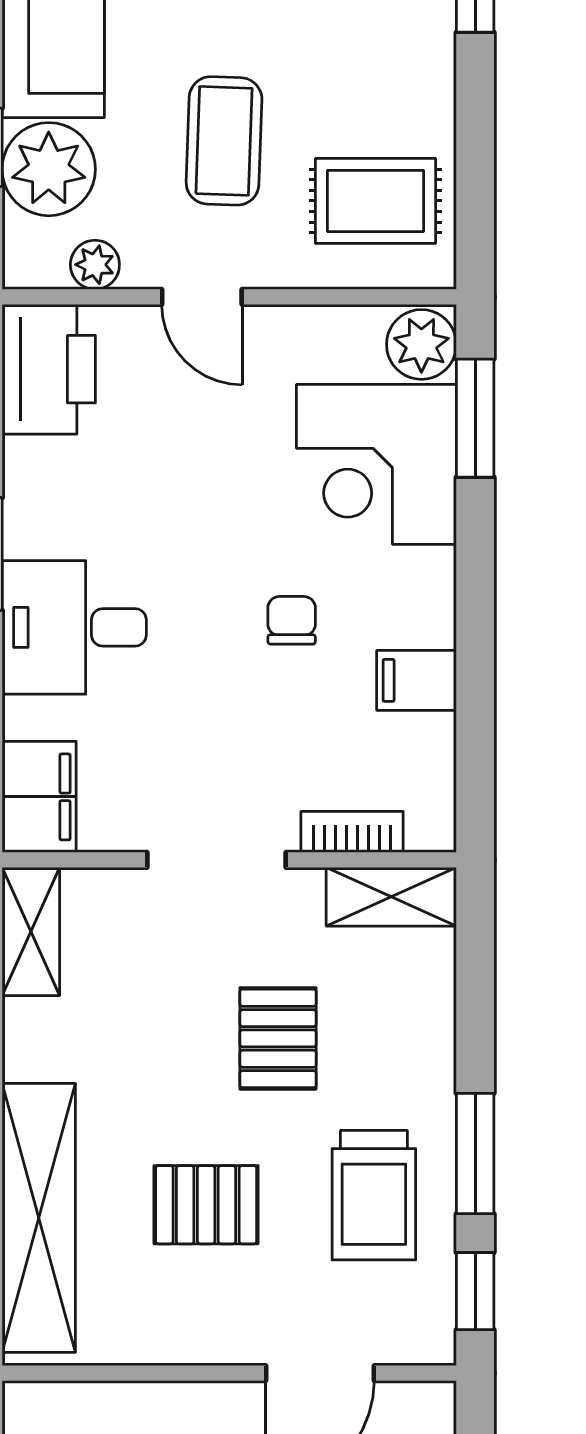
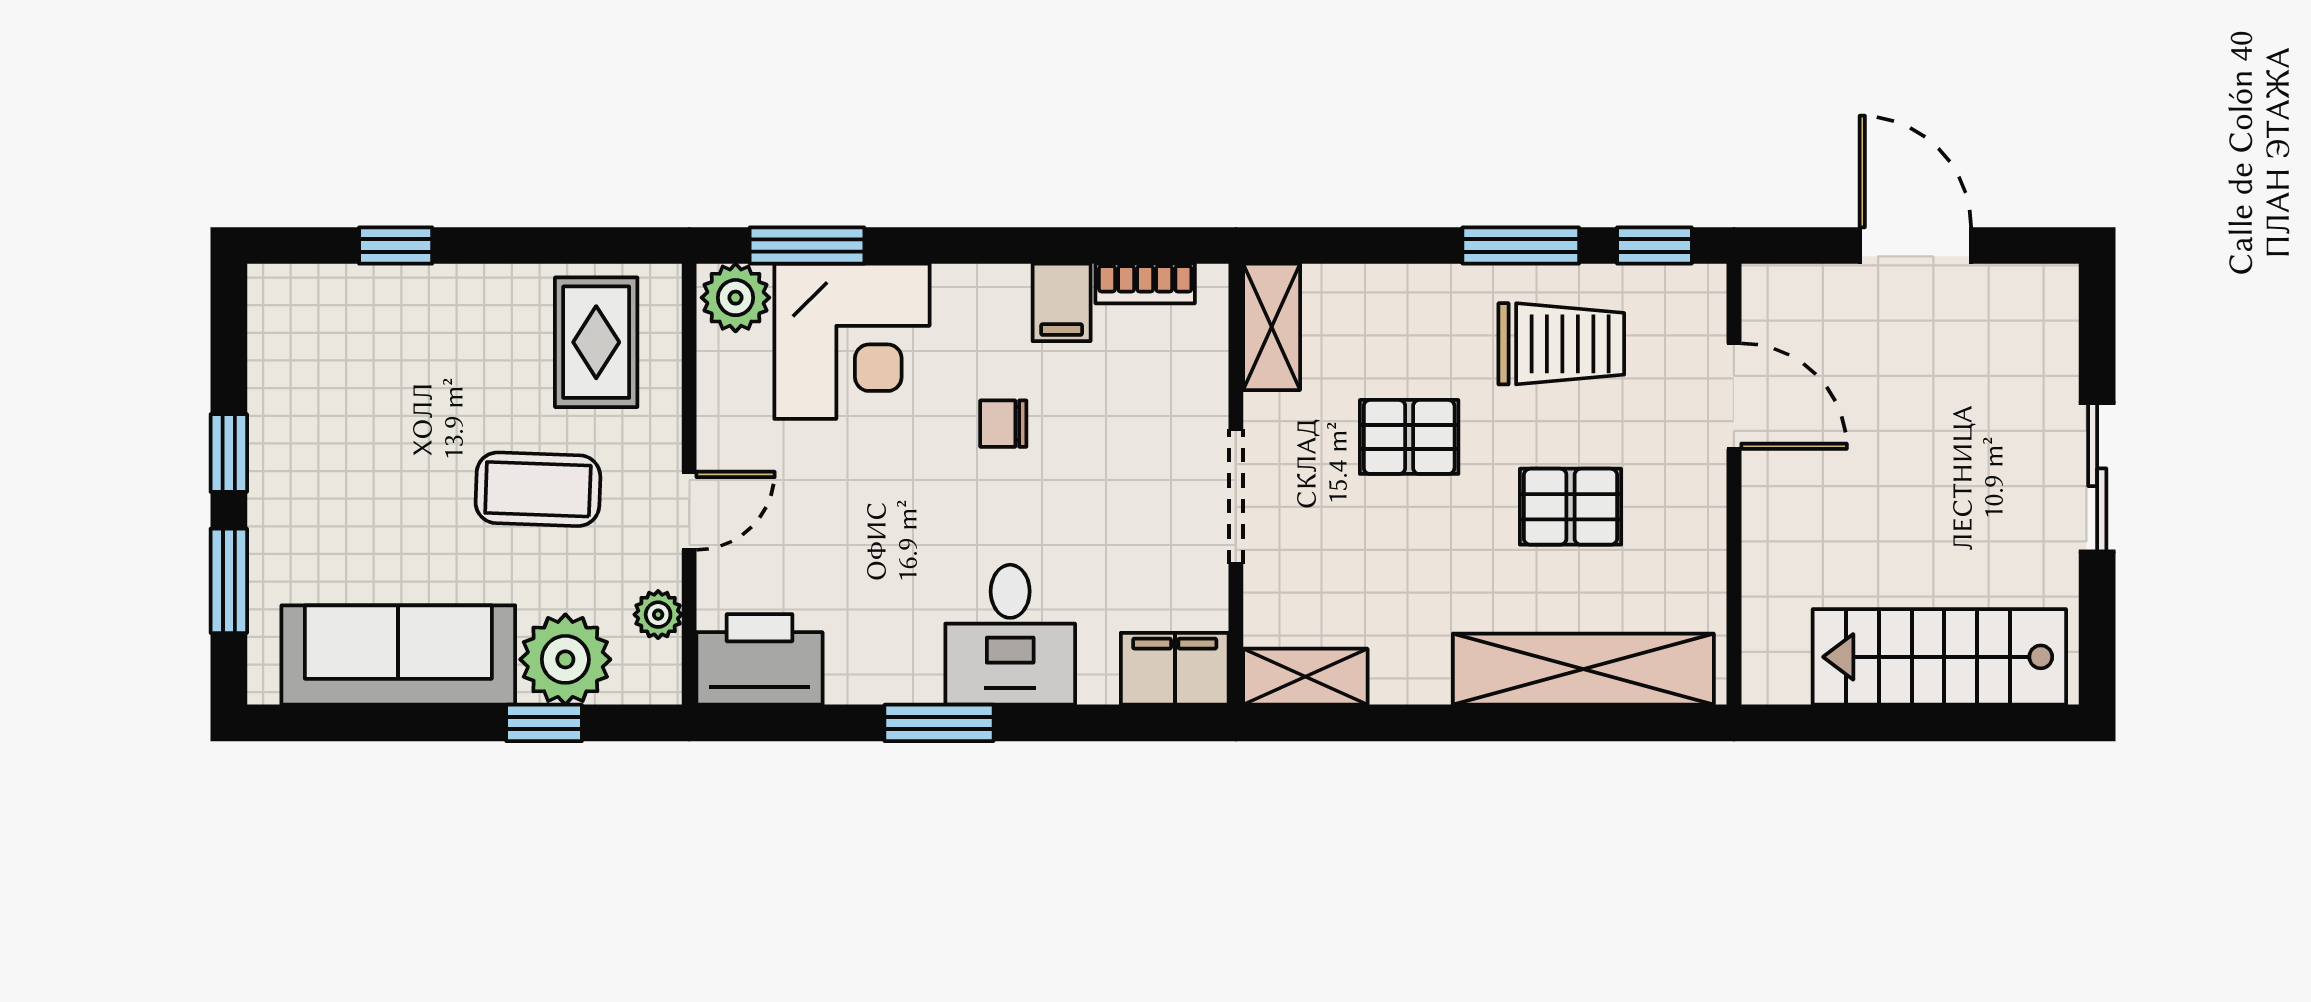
bookcase: (352, 832) -> (1145, 284), moved, turned -90
pallet: (206, 1205) -> (1571, 507), turned 90

